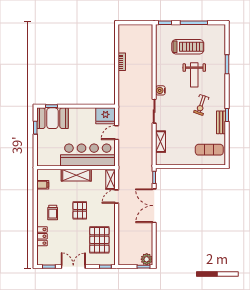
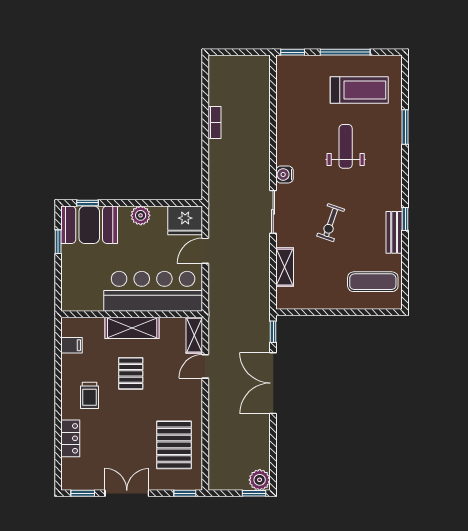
treadmill: (188, 47) -> (359, 90), moved
weight bench: (194, 75) -> (346, 146), turned 180
exercise bike: (201, 105) -> (331, 223), moved
plant: (81, 113) -> (141, 215), added
pallet: (80, 210) -> (131, 373), moved

